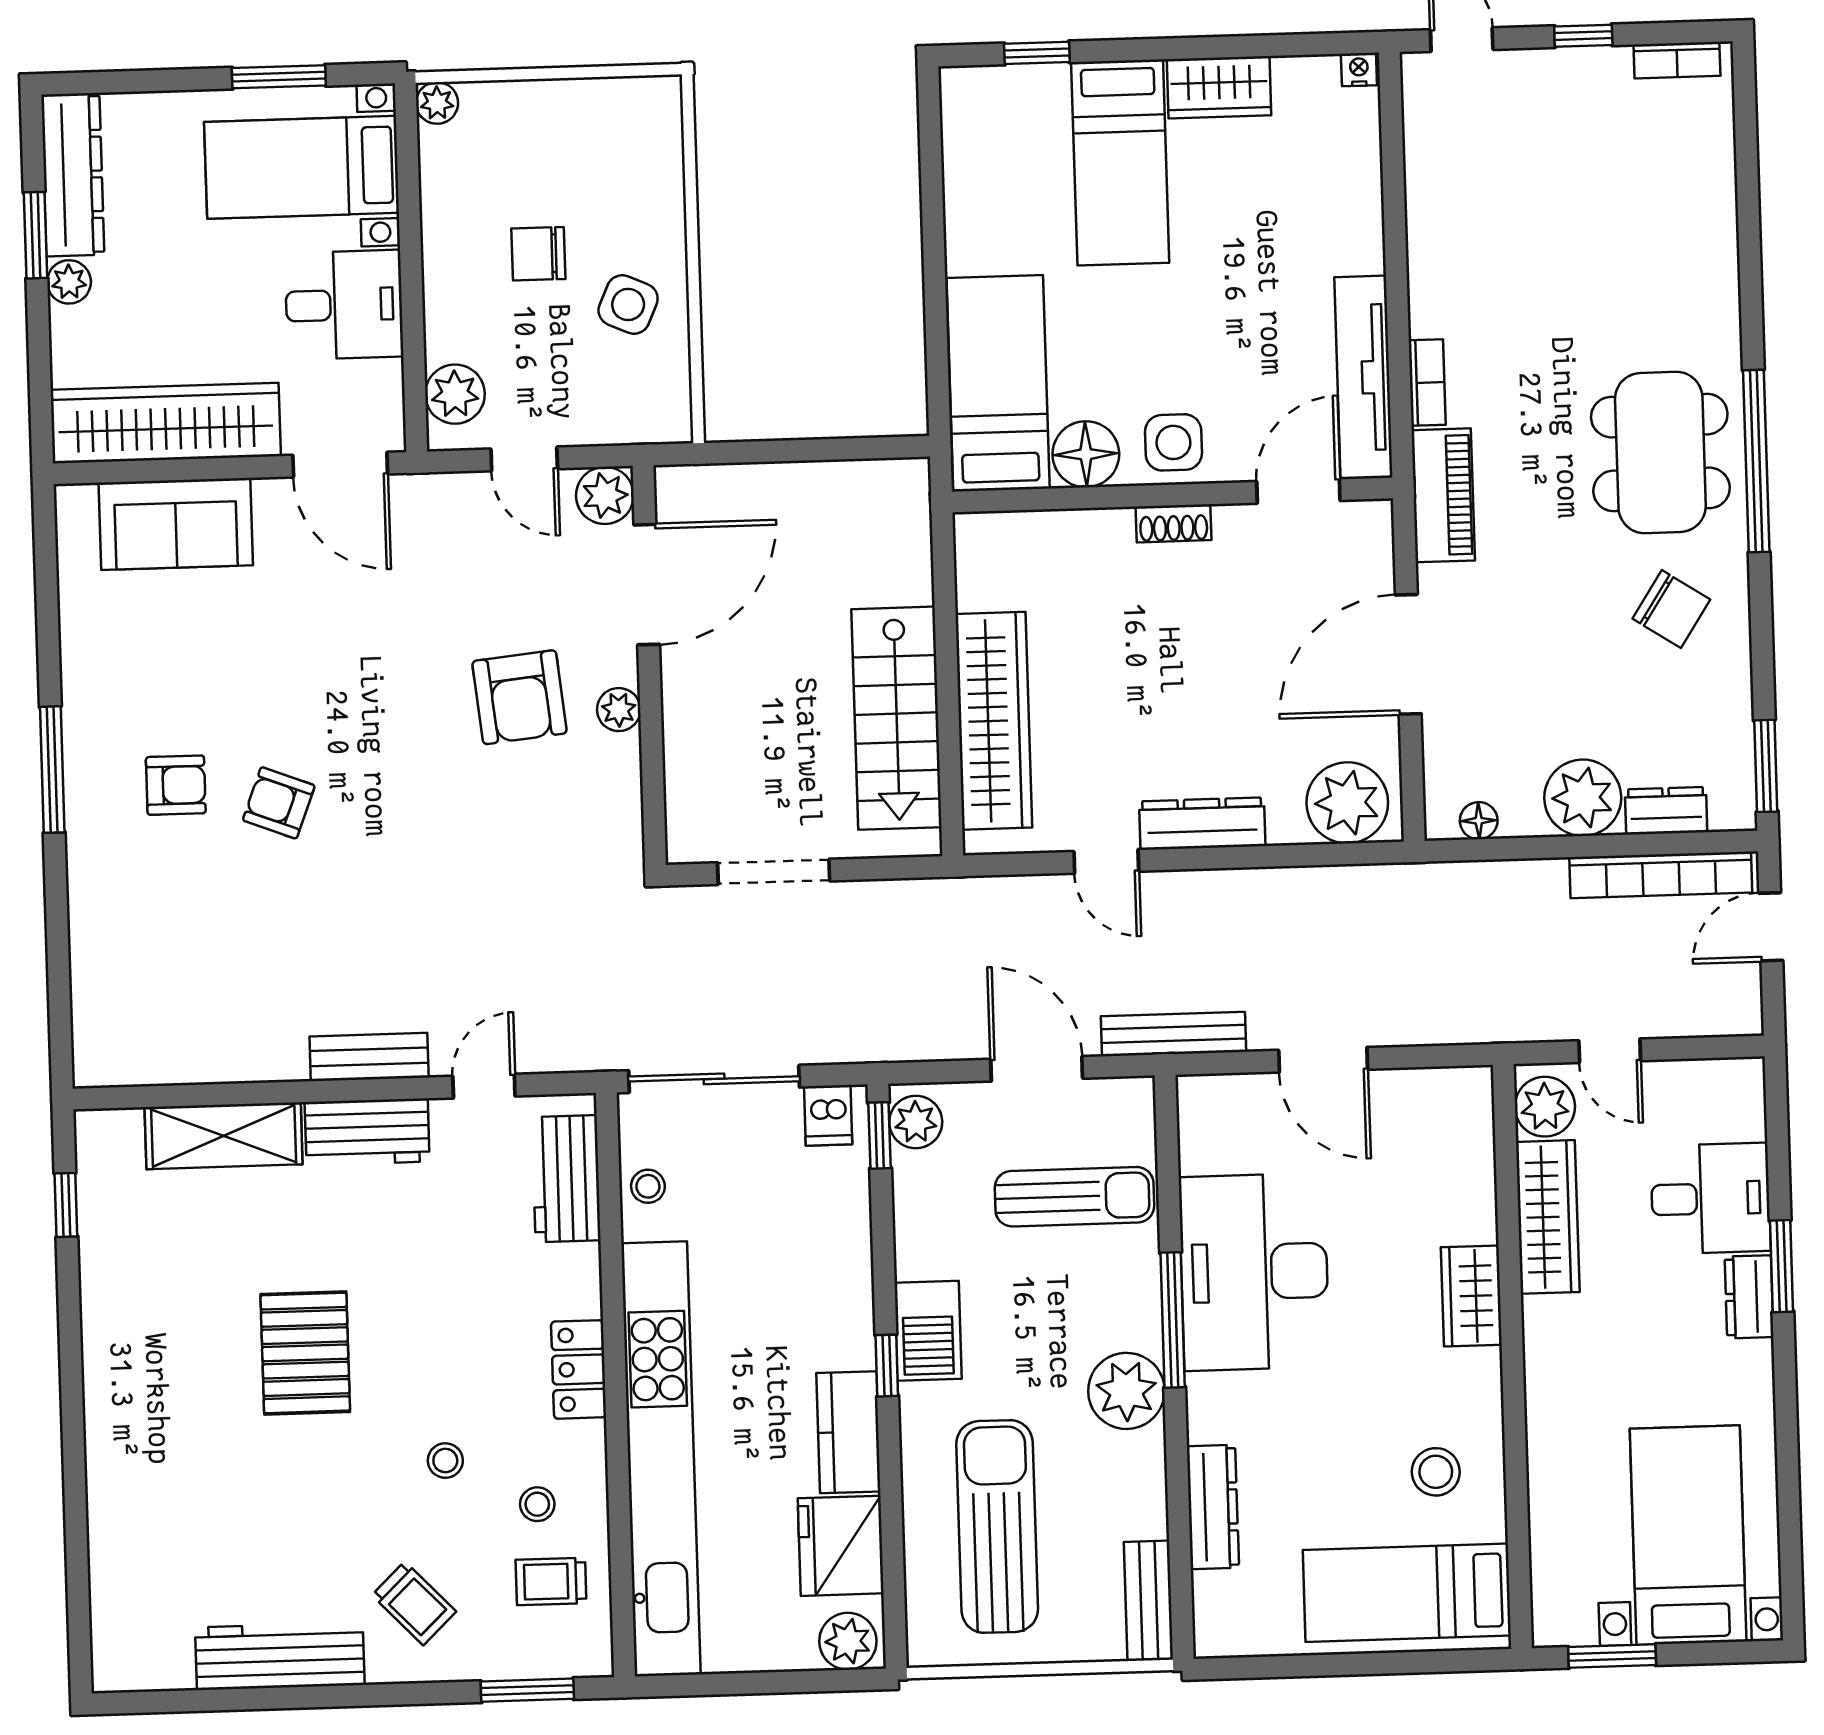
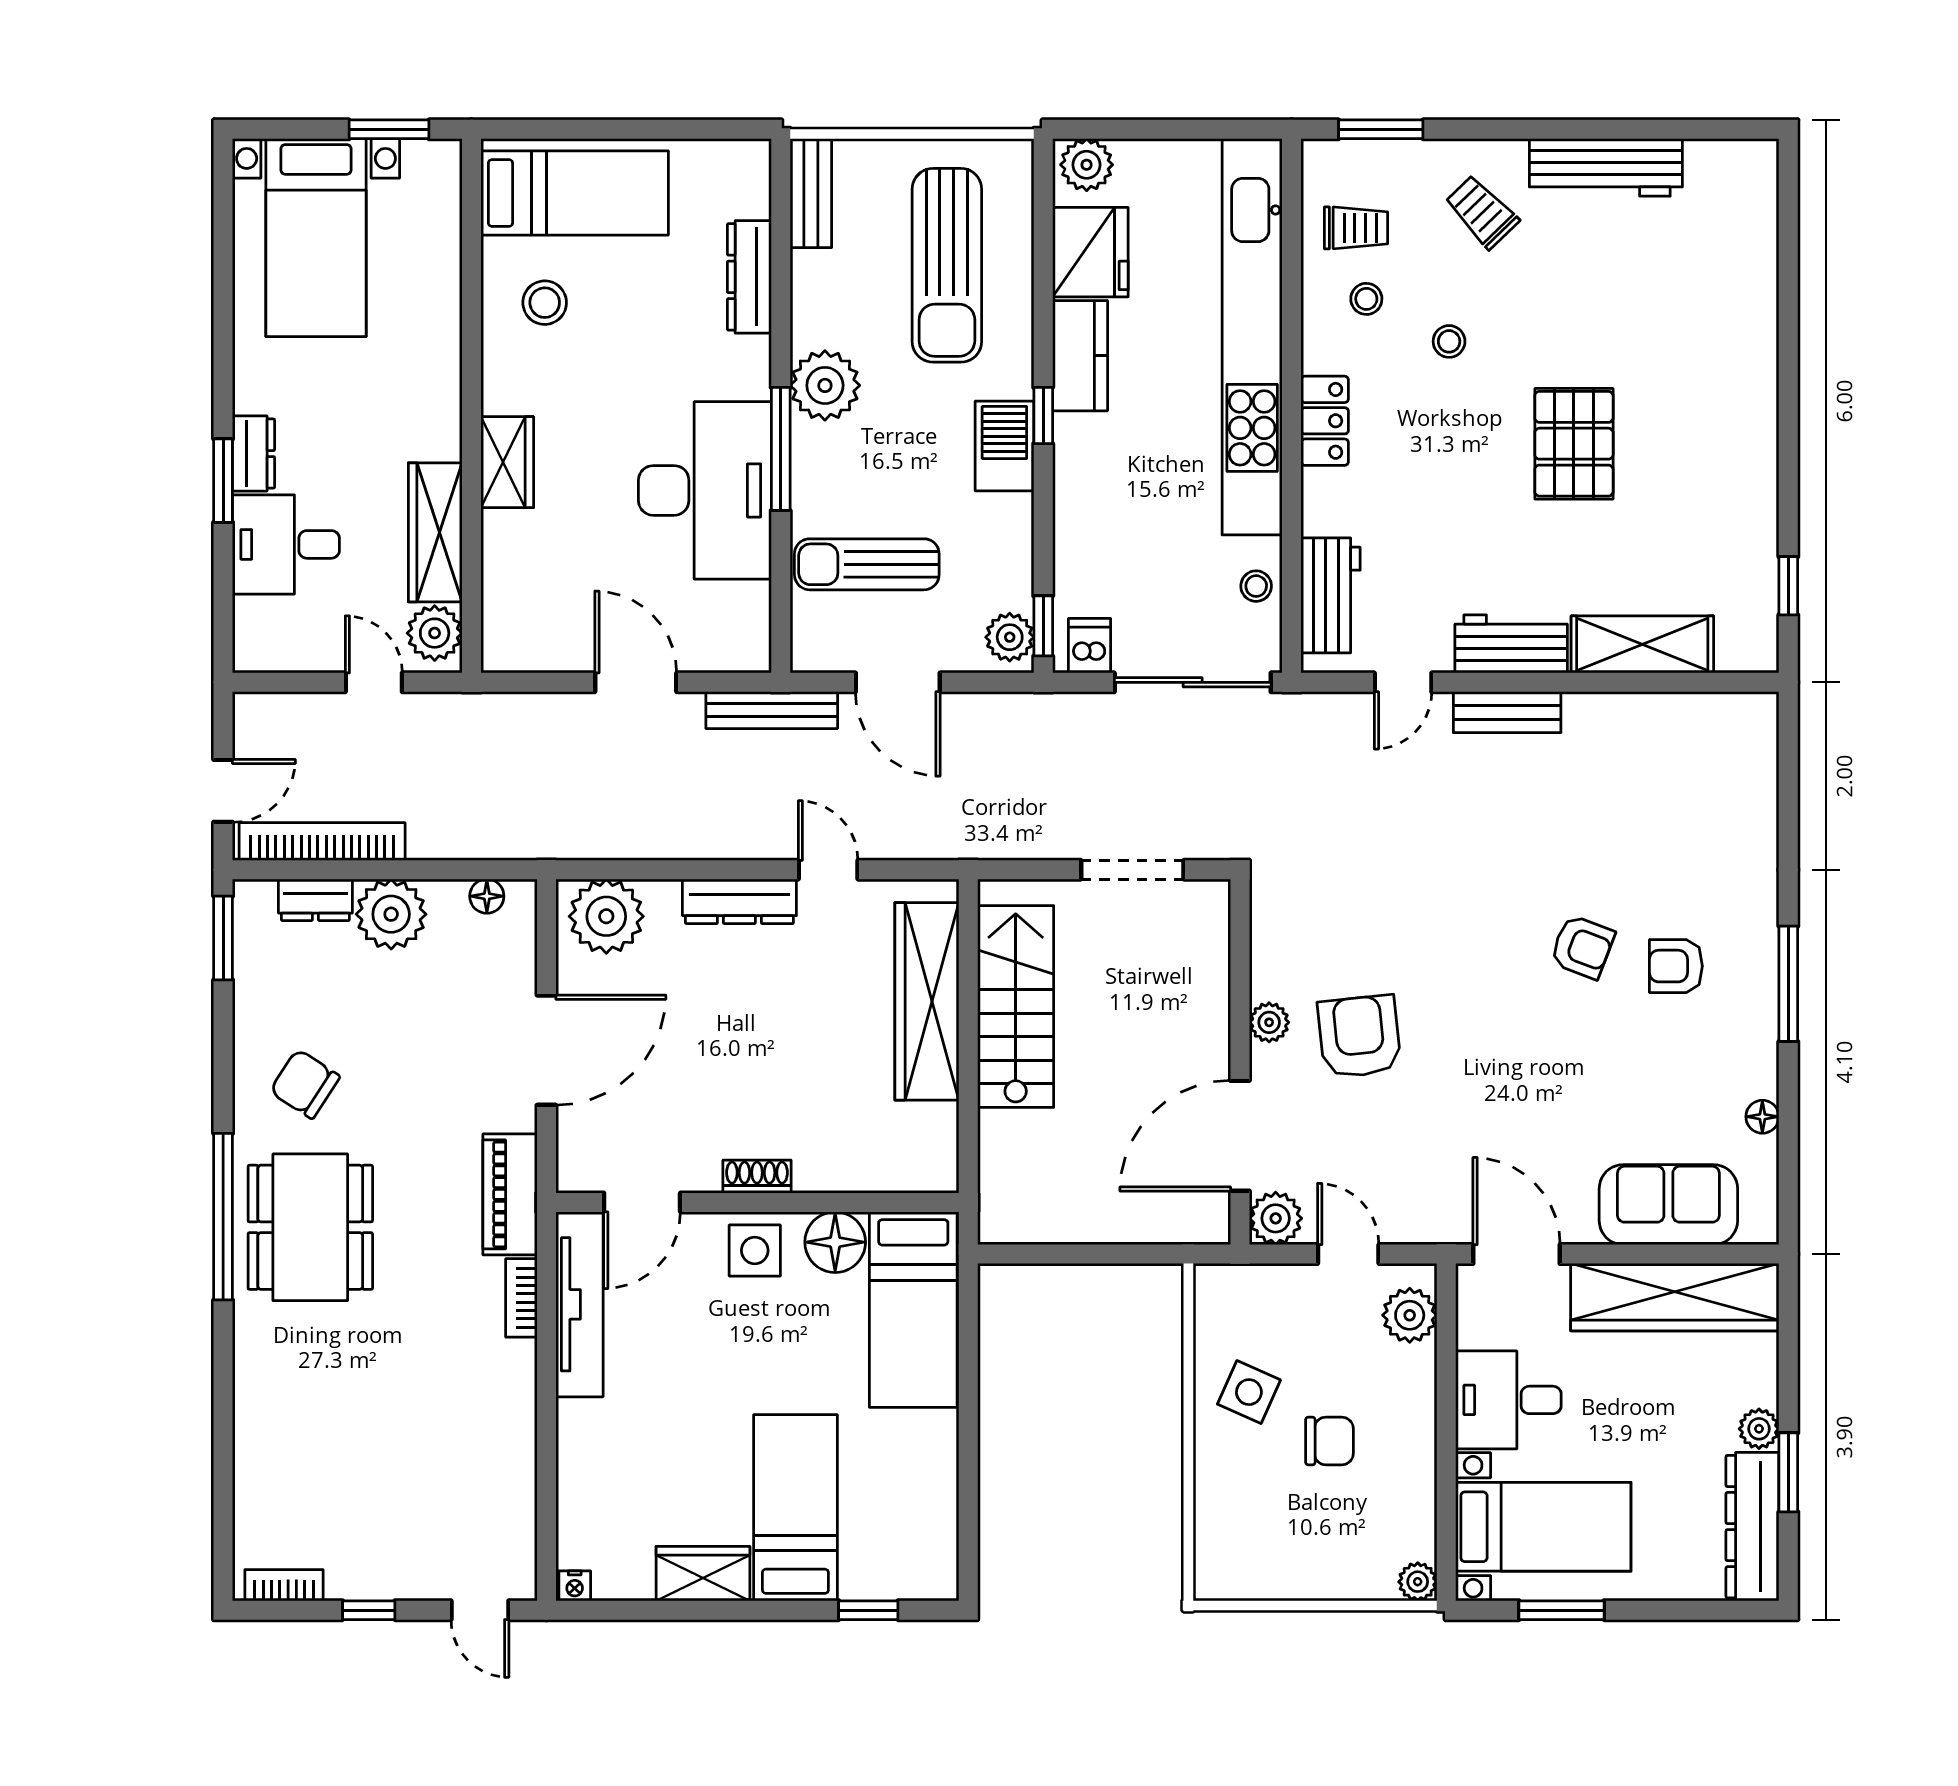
floor lamp: (76, 623) -> (1762, 1117), added

